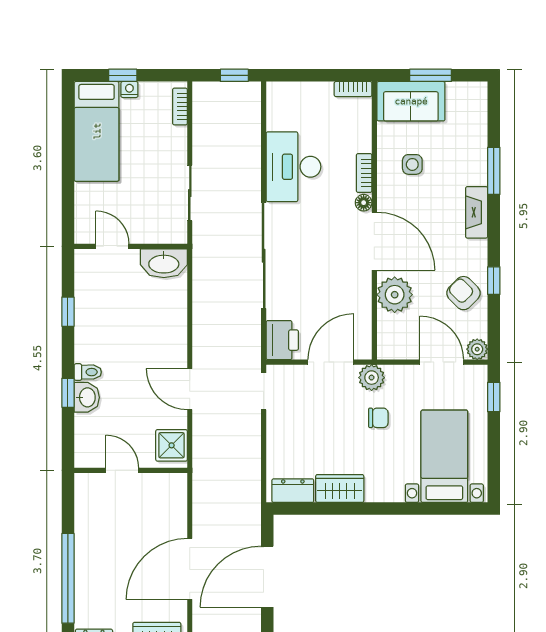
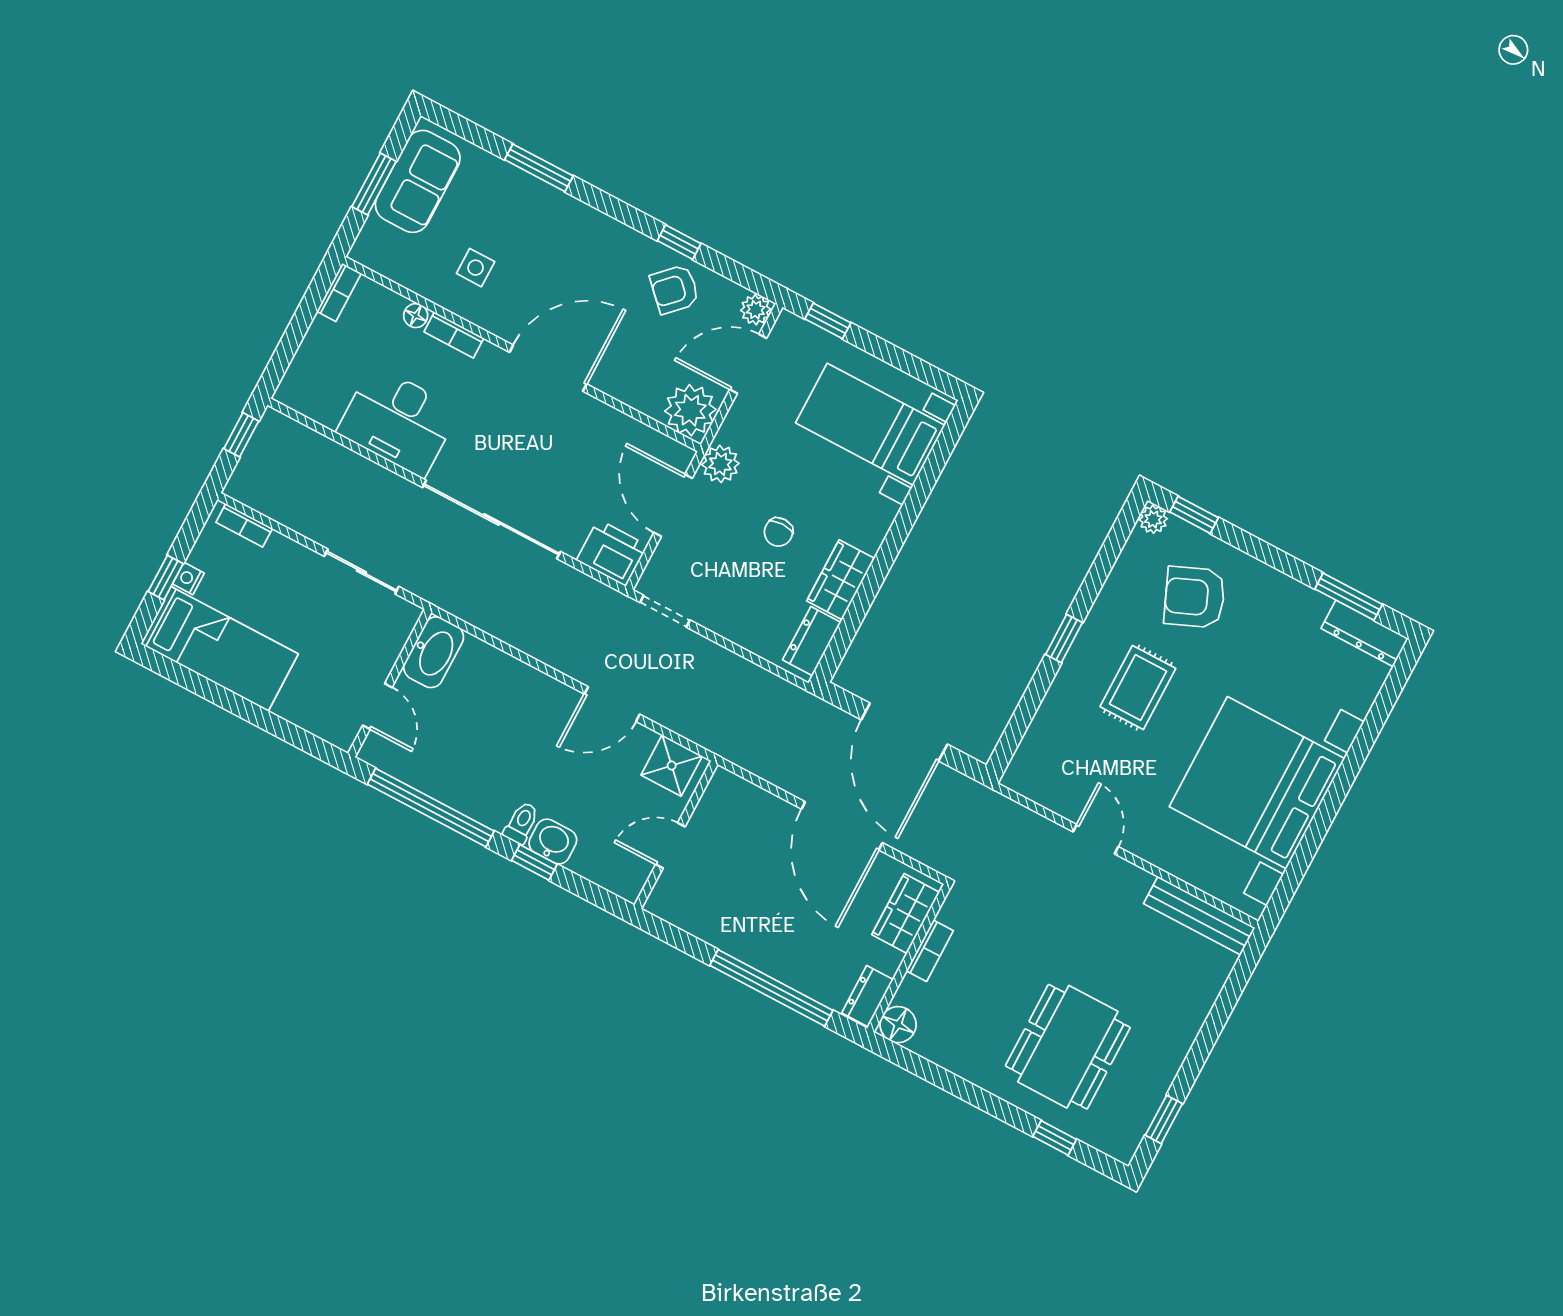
sofa: (411, 101) -> (418, 181), moved
floor lamp: (364, 203) -> (416, 316), moved
fireplace: (477, 212) -> (580, 218), removed
door: (112, 246) -> (377, 706), swing flipped
plant: (395, 295) -> (690, 410), moved
window: (68, 312) -> (431, 808), width x3.17
chair: (378, 418) -> (778, 532), moved, turned 180

